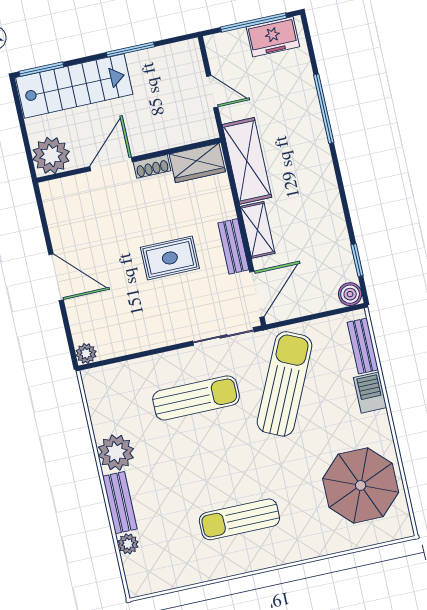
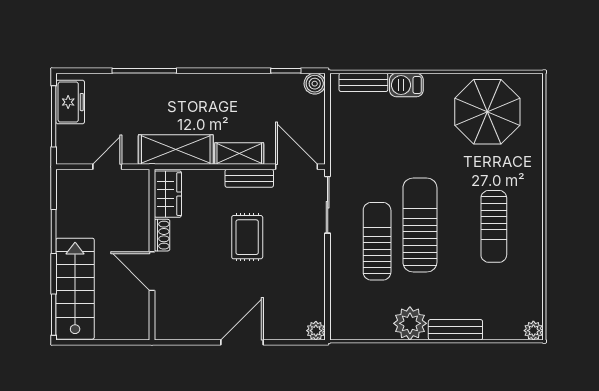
plant: (51, 155) -> (133, 323), removed
sun lounger: (285, 384) -> (420, 225), moved, turned 65
plant: (128, 544) -> (533, 331), moved

